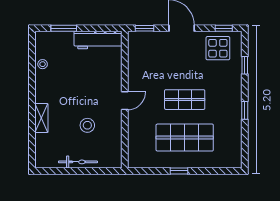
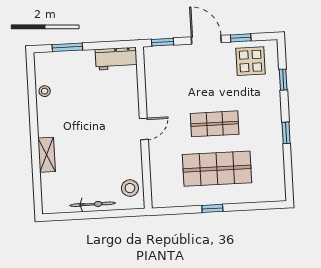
window: (224, 28) -> (241, 38), moved
workbench: (98, 40) -> (116, 59), width x0.73
stool: (87, 125) -> (130, 188), moved

